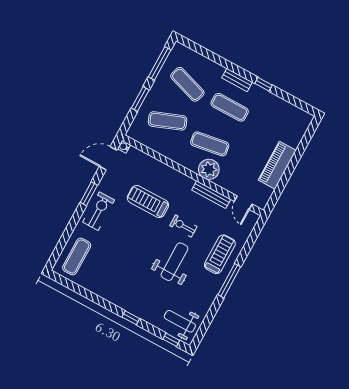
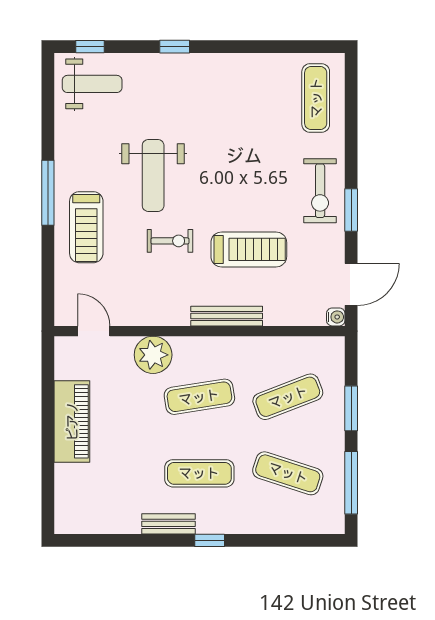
bench: (237, 80) -> (168, 524), moved
window: (264, 84) -> (210, 540), moved
plant: (209, 169) -> (153, 355), moved
bench: (211, 195) -> (227, 316), moved

